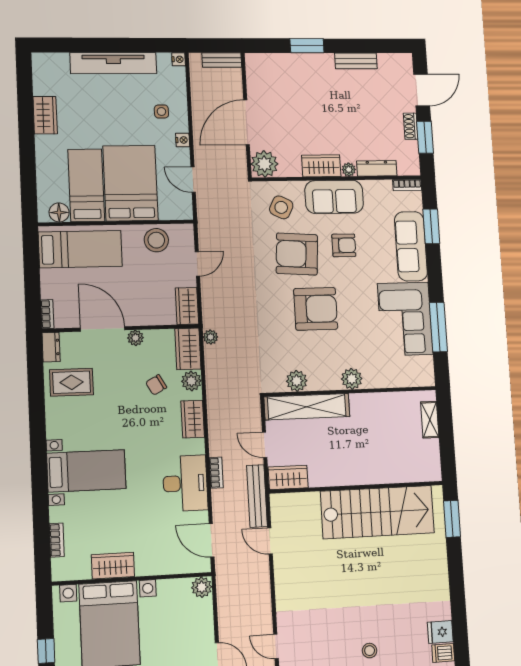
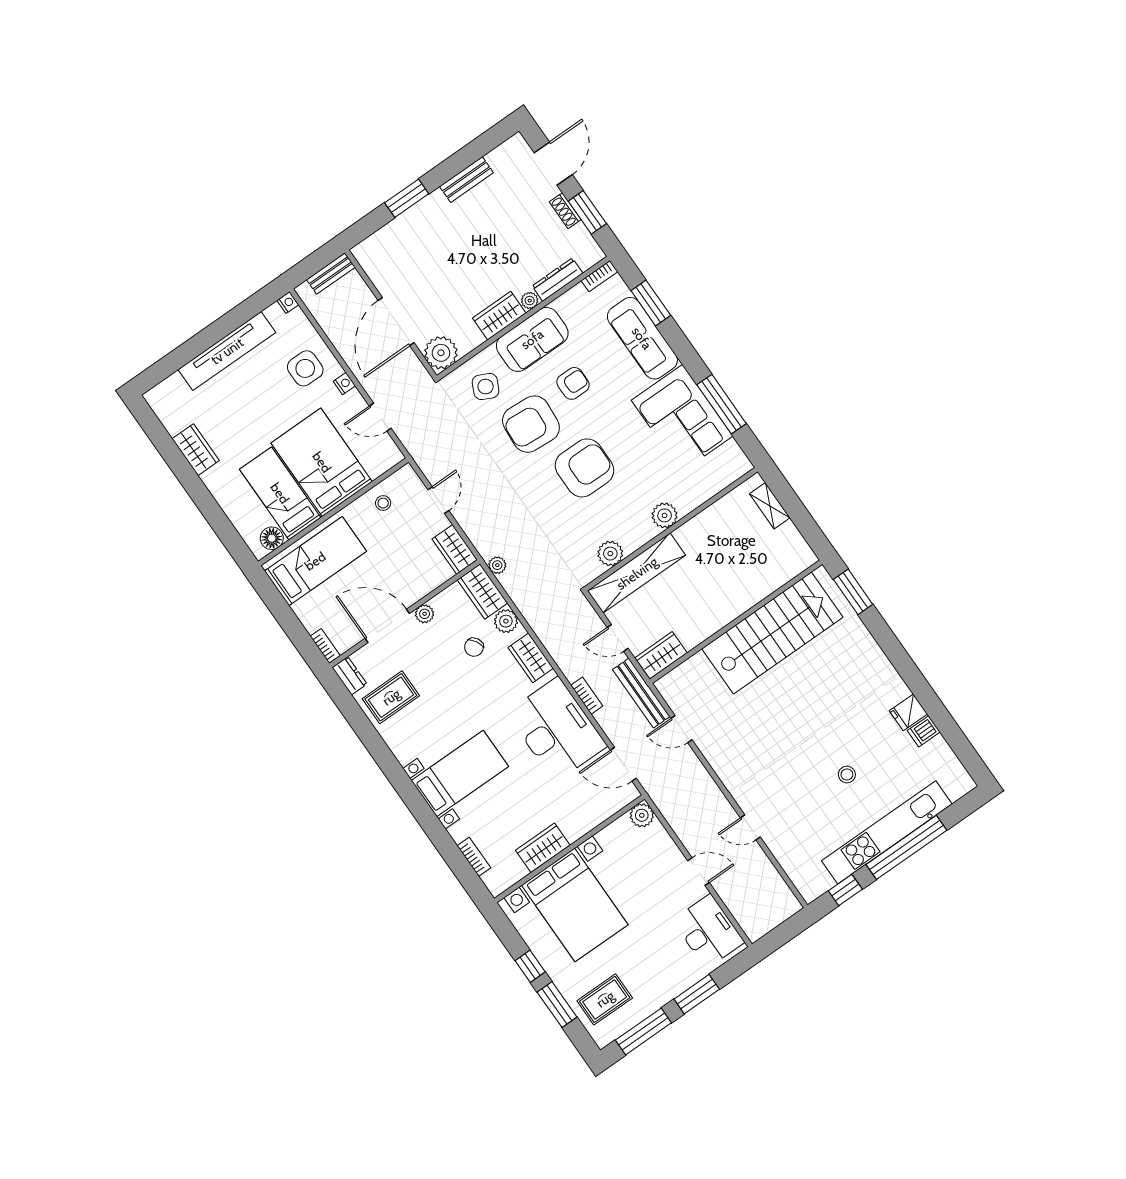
side table: (161, 111) -> (305, 368), width x1.87, depth x1.87
stool: (156, 240) -> (383, 503), width x0.53, depth x0.53
desk: (185, 483) -> (557, 729), width x1.36, depth x1.30

